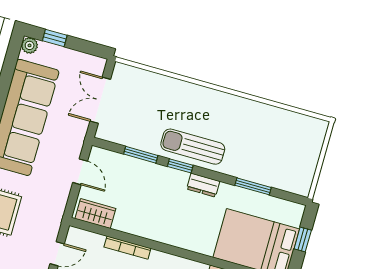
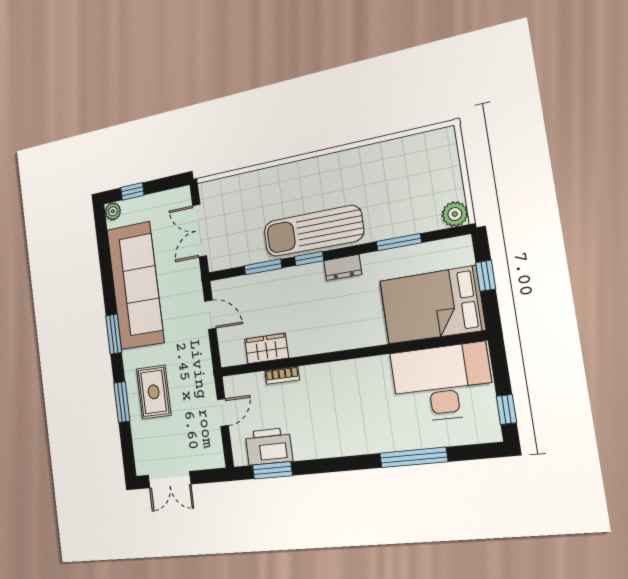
sun lounger: (193, 147) -> (313, 231), width x1.36, depth x1.34
plant: (301, 186) -> (455, 214), added
wardrobe: (95, 214) -> (267, 348), moved
bookcase: (127, 248) -> (282, 375), width x0.64

